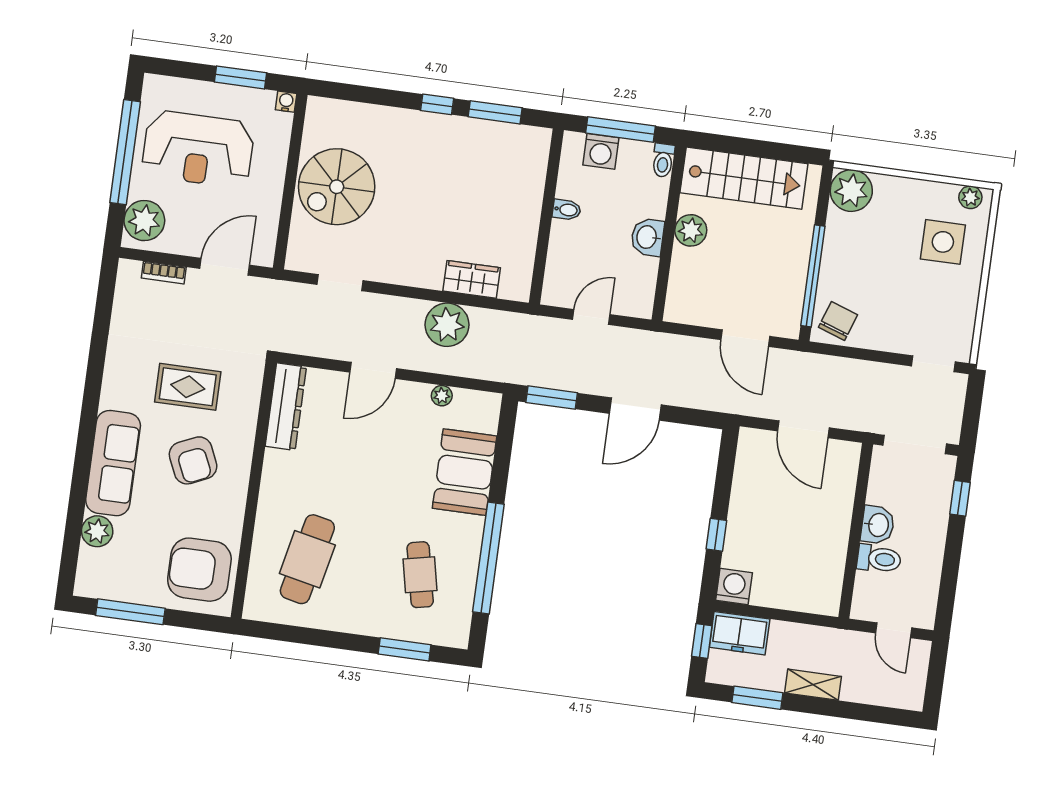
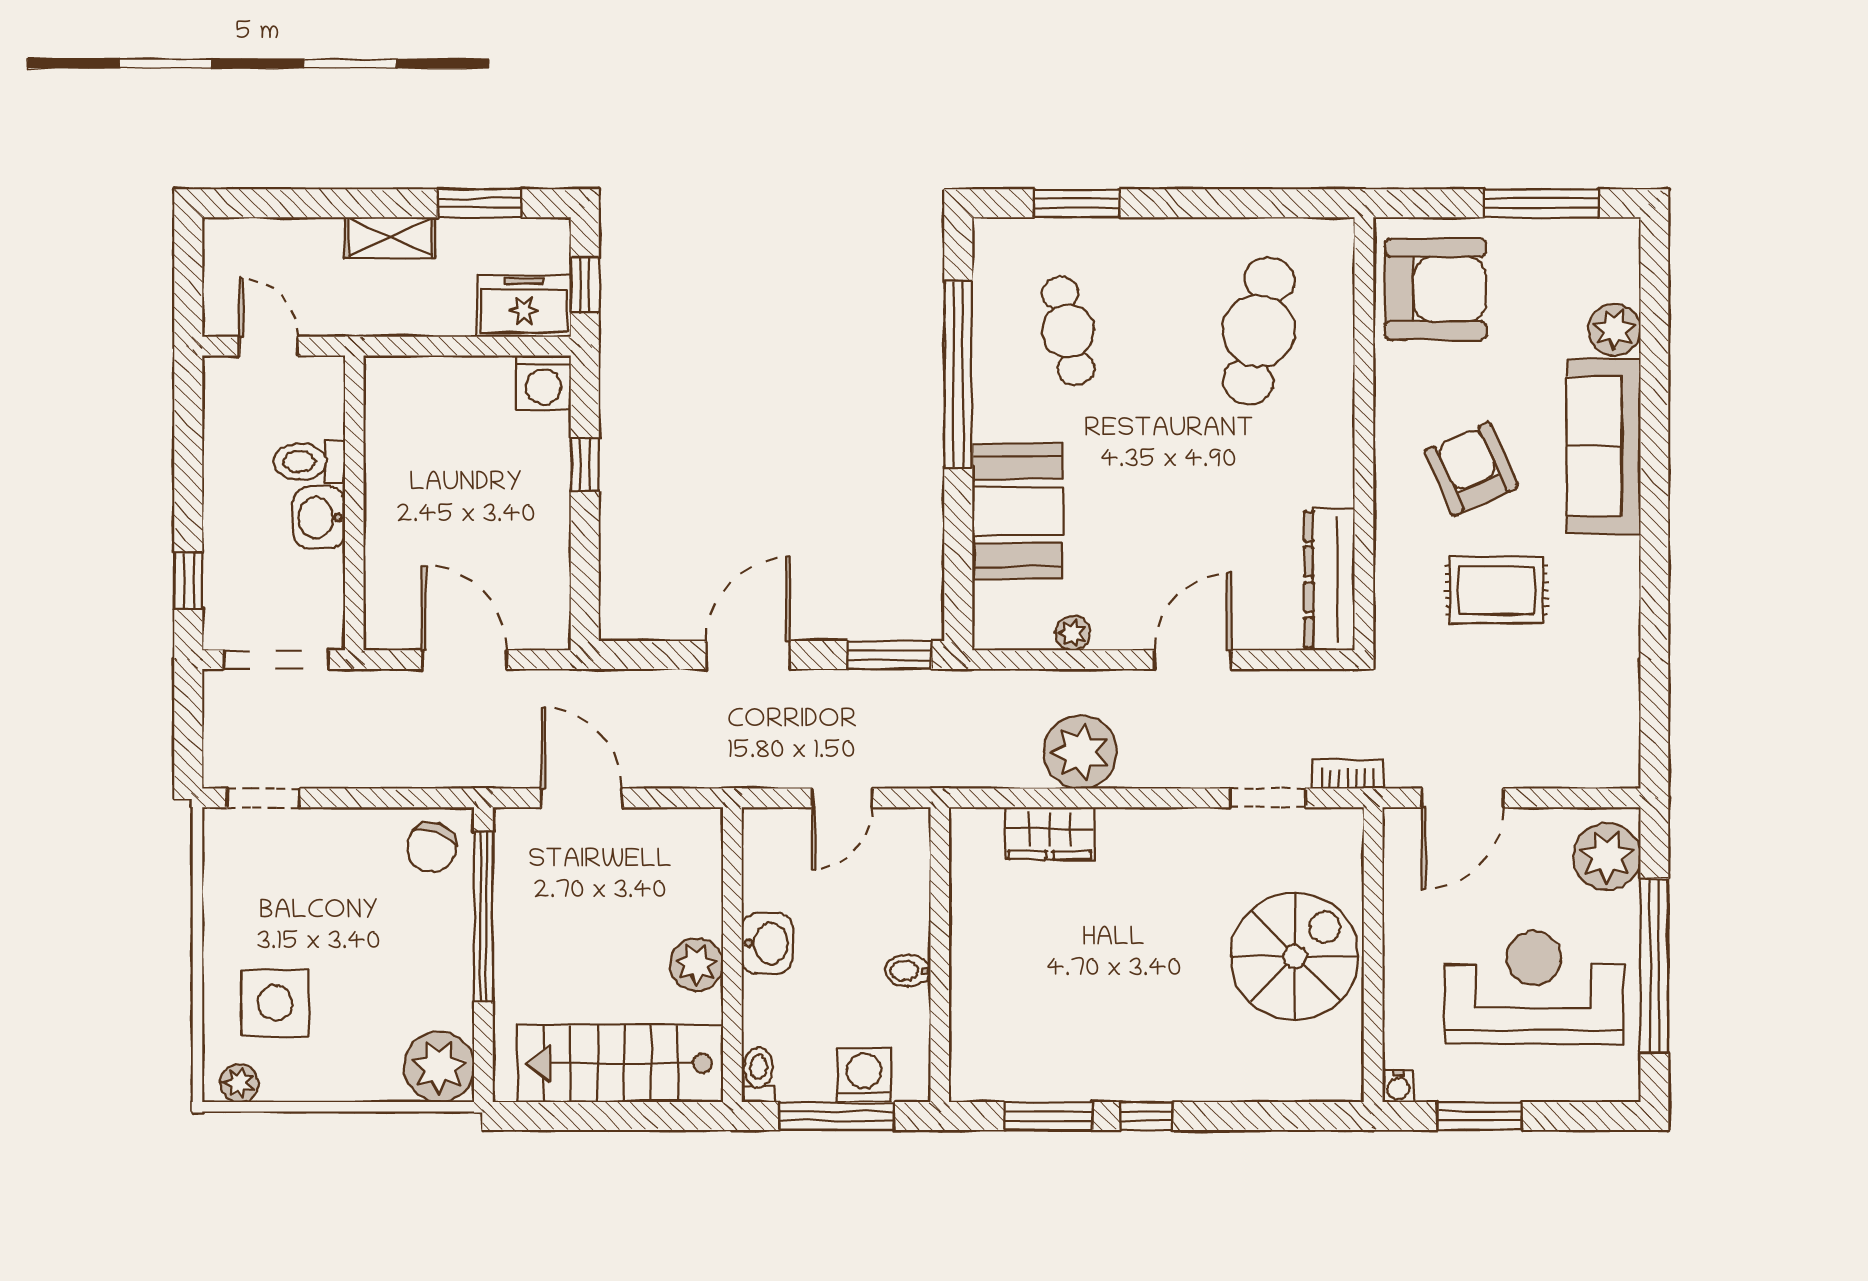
bookcase: (164, 273) -> (1348, 774), moved

